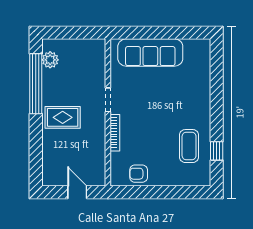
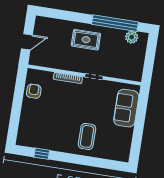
sofa: (150, 52) -> (126, 108), width x0.73
rug: (63, 117) -> (86, 40), turned 90
coffee table: (189, 146) -> (87, 136), moved, turned 90

